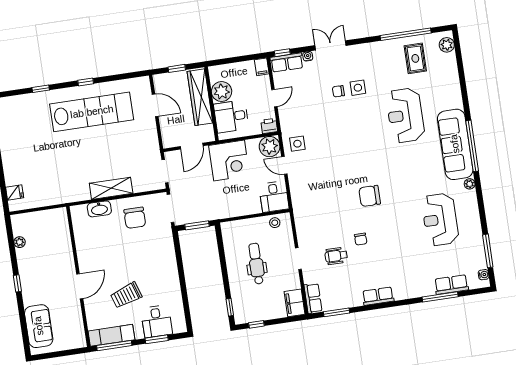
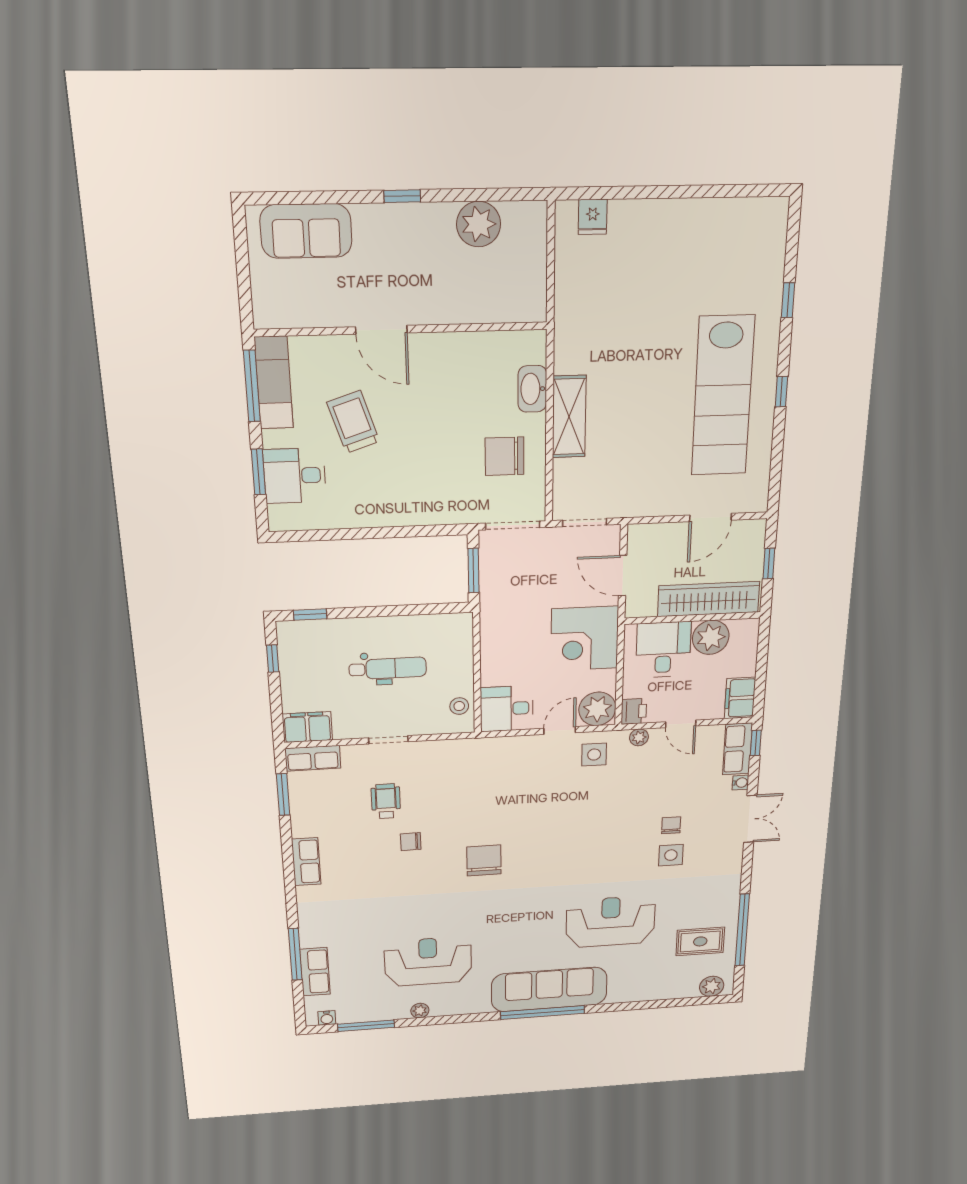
filing cabinet: (262, 67) -> (740, 698), width x2.00
plant: (285, 120) -> (639, 737), added
plant: (470, 184) -> (420, 1011), moved
plant: (20, 242) -> (479, 224), width x1.87, depth x1.87

